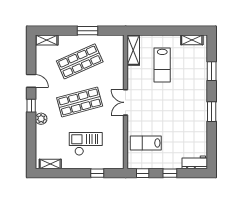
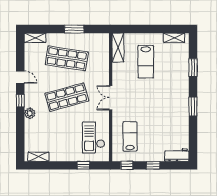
shop shelf: (80, 61) -> (67, 58), turned 33
lab bench: (146, 143) -> (130, 136), turned 90
checkout: (86, 144) -> (94, 137), moved, turned -90

